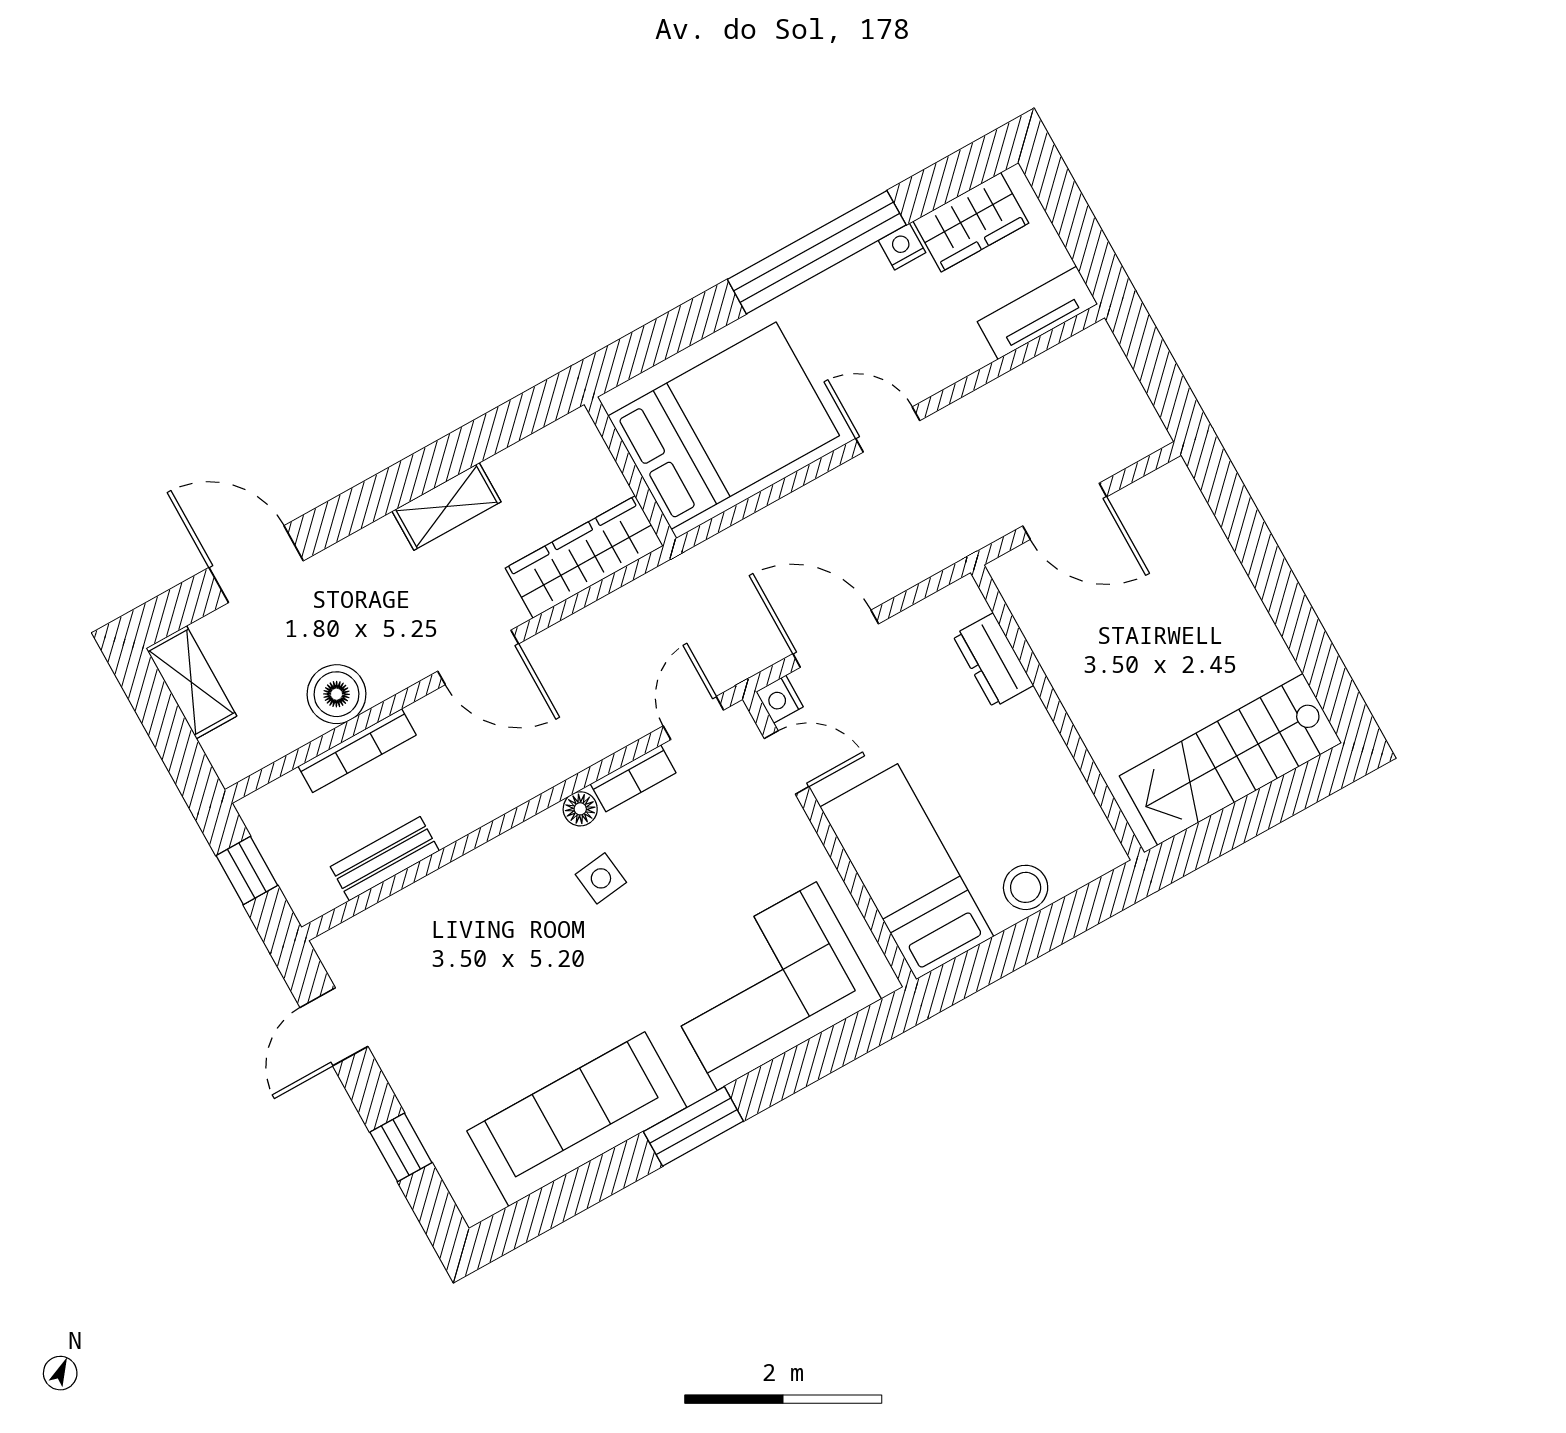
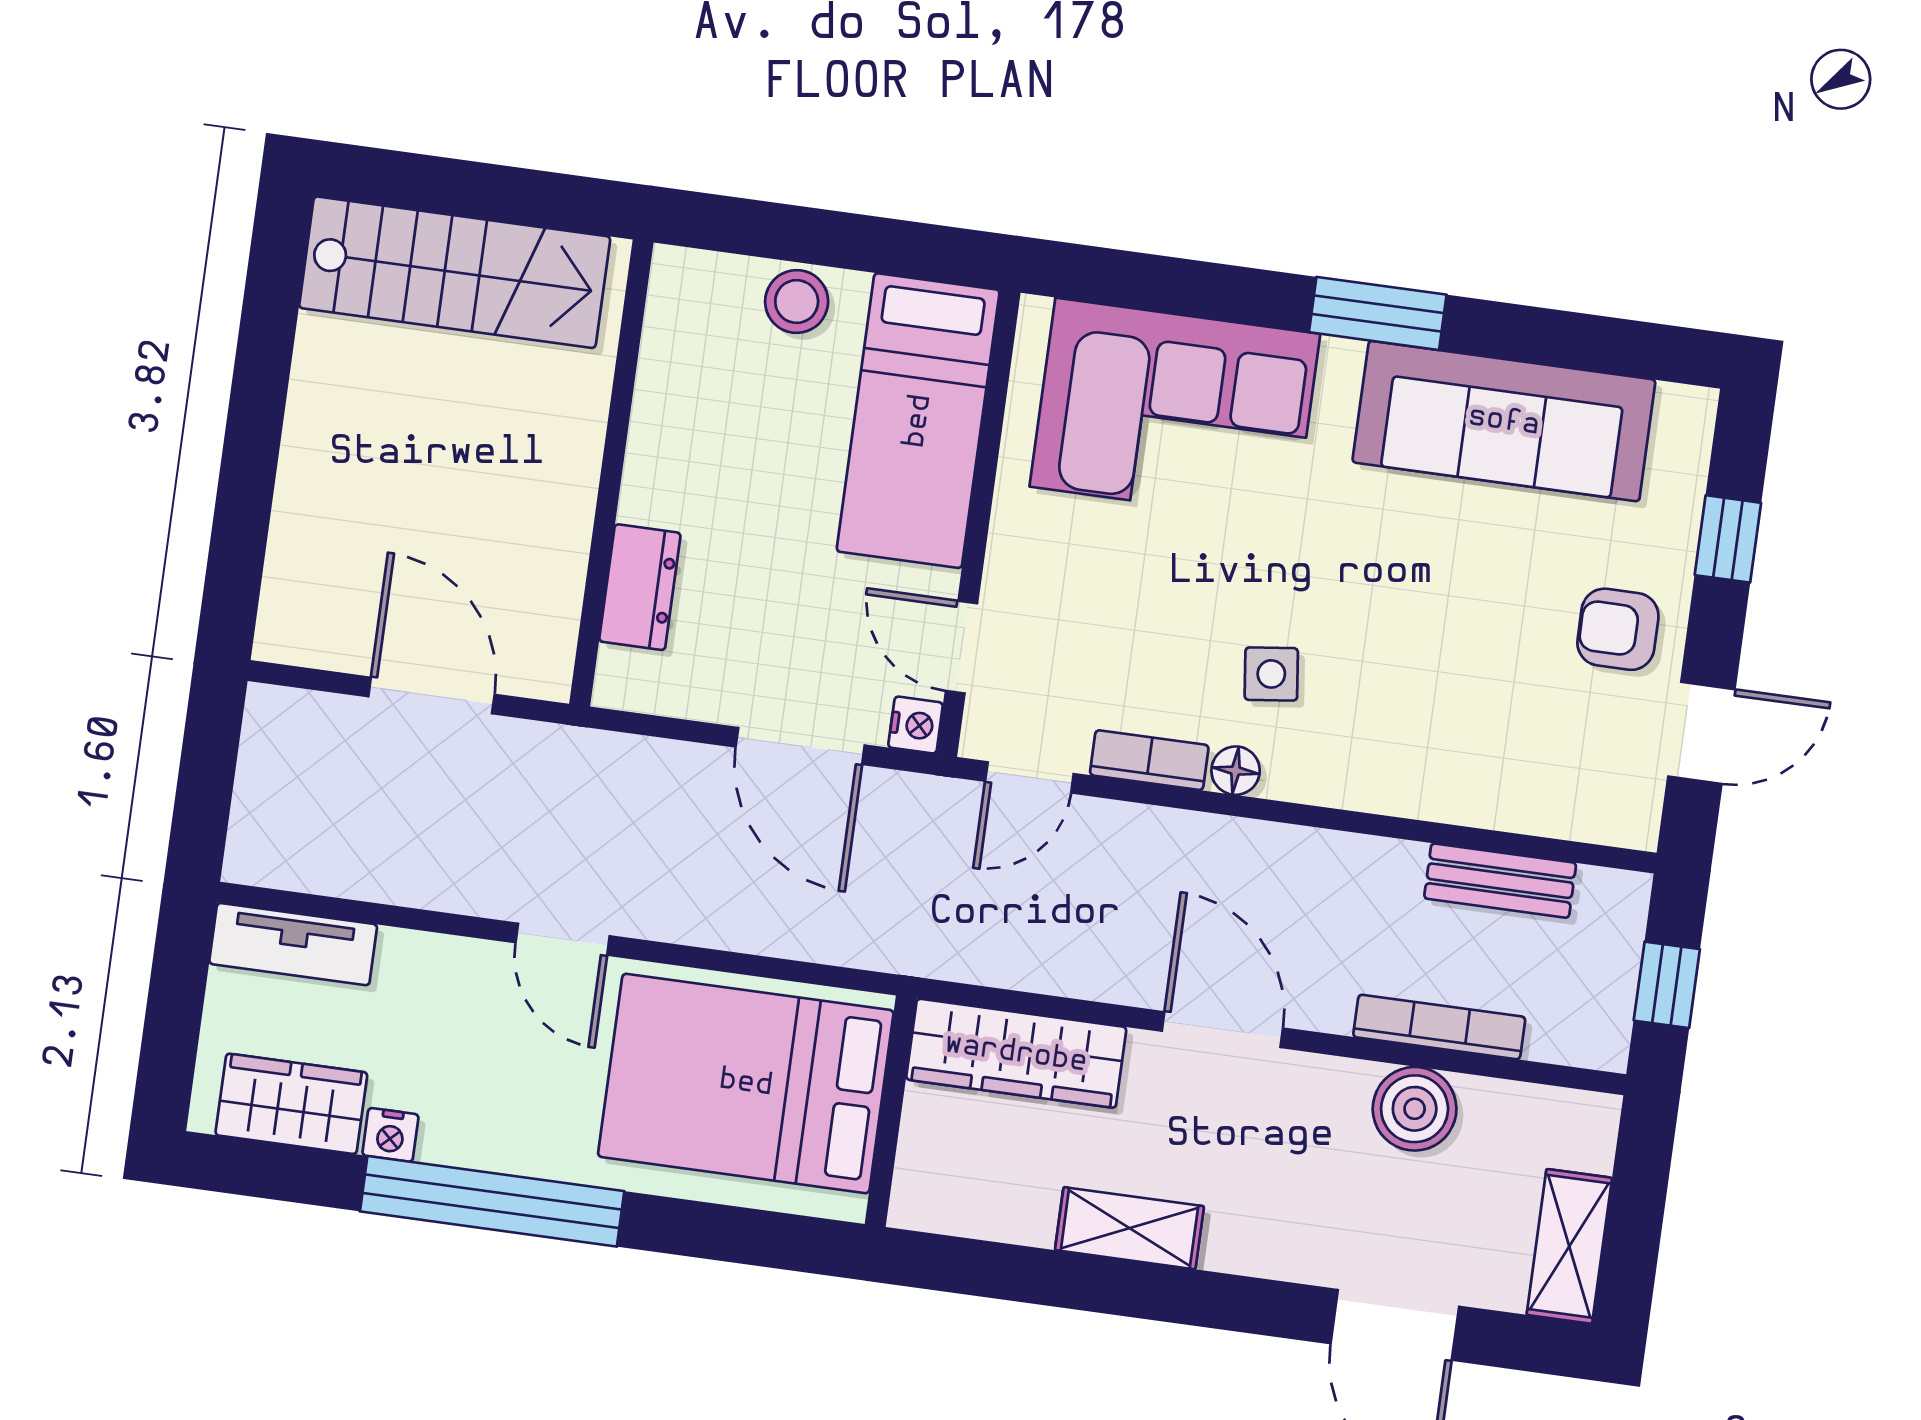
armchair: (425, 1050) -> (1618, 629), added

